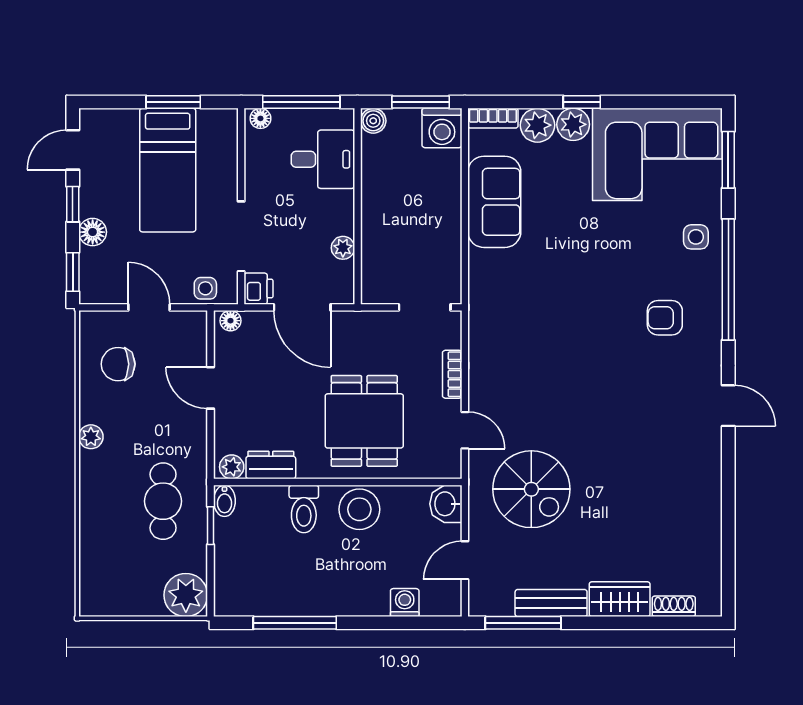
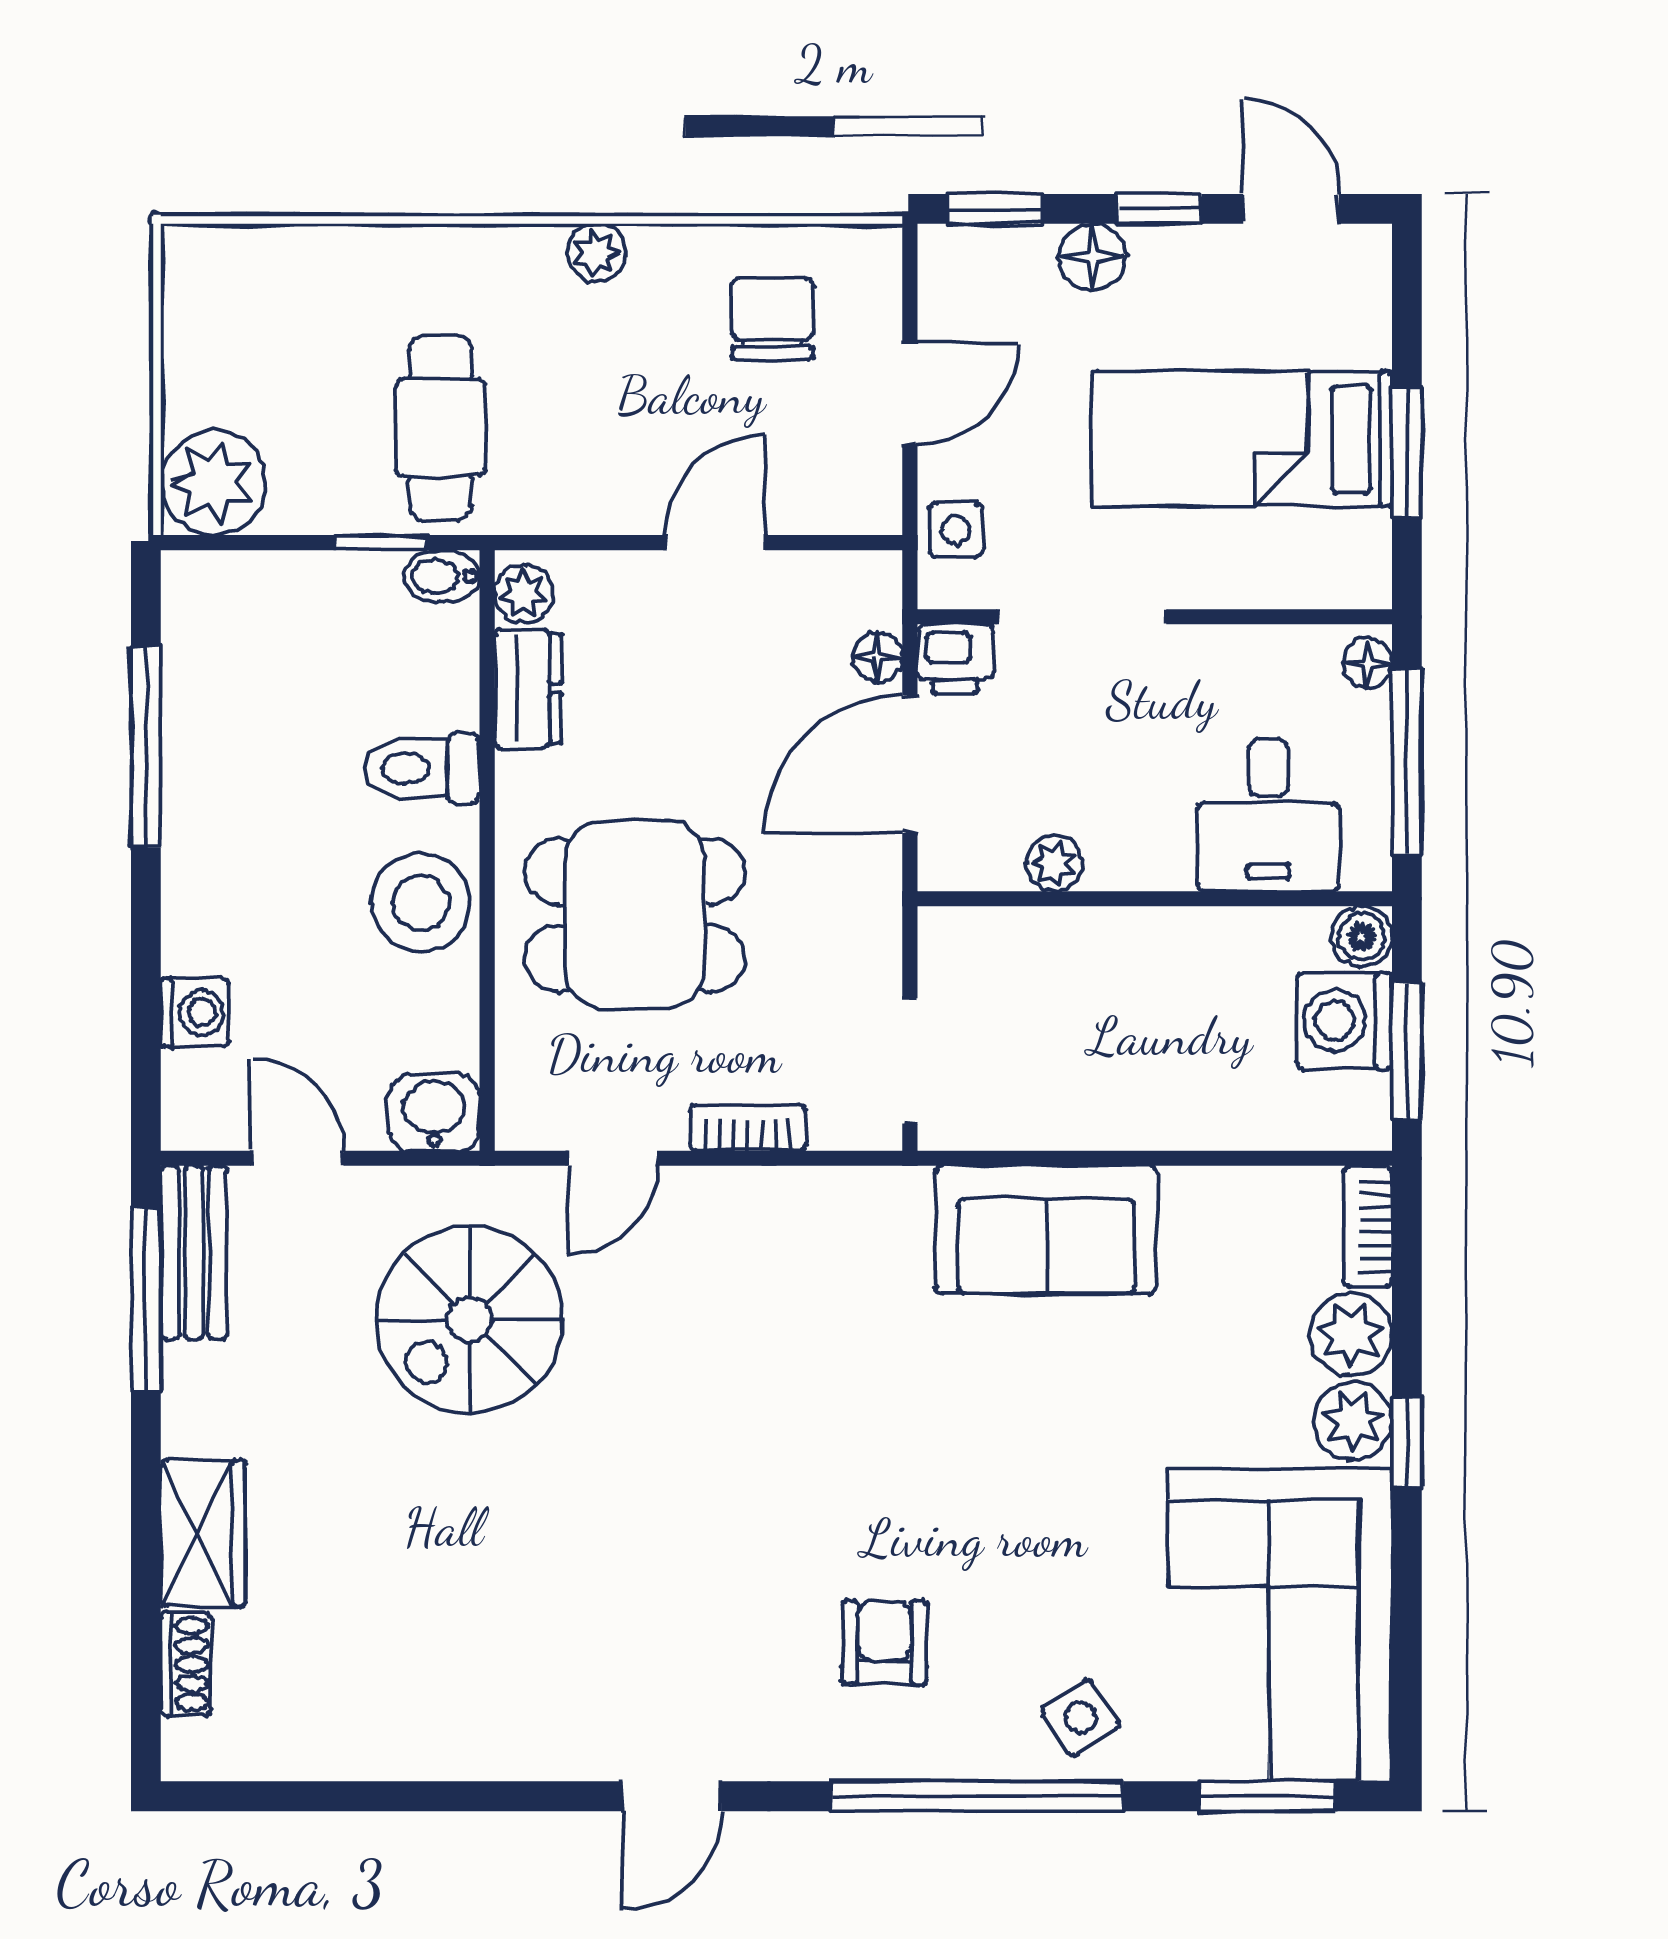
washing machine: (442, 128) -> (1344, 1021), moved
sofa: (494, 202) -> (1046, 1230), moved
side table: (696, 237) -> (1080, 1718), turned -33
floor lamp: (230, 321) -> (878, 657), moved
cafe table: (163, 501) -> (441, 428), turned 90
bench: (551, 603) -> (194, 1253), moved

